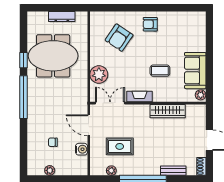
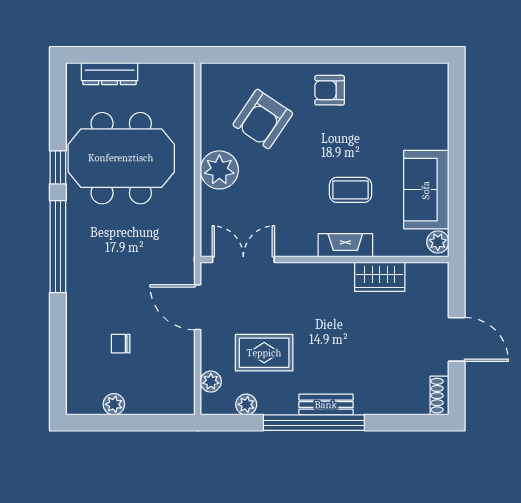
dresser: (62, 17) -> (110, 74), moved
plant: (99, 75) -> (219, 170), moved
fireplace: (139, 96) -> (345, 245), moved
wardrobe: (168, 111) -> (380, 277), width x0.67
water cooler: (82, 149) -> (182, 359), removed
plant: (95, 160) -> (211, 382), added
bench: (173, 171) -> (326, 405), moved

